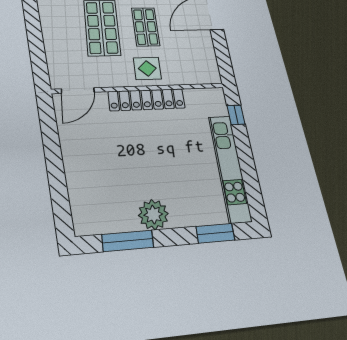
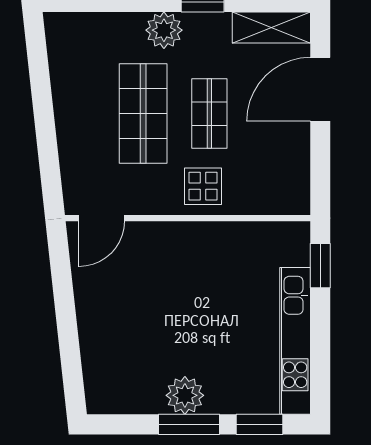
locker: (147, 100) -> (196, 236), removed
window: (236, 115) -> (320, 266), width x1.50
window: (128, 241) -> (189, 424), moved

